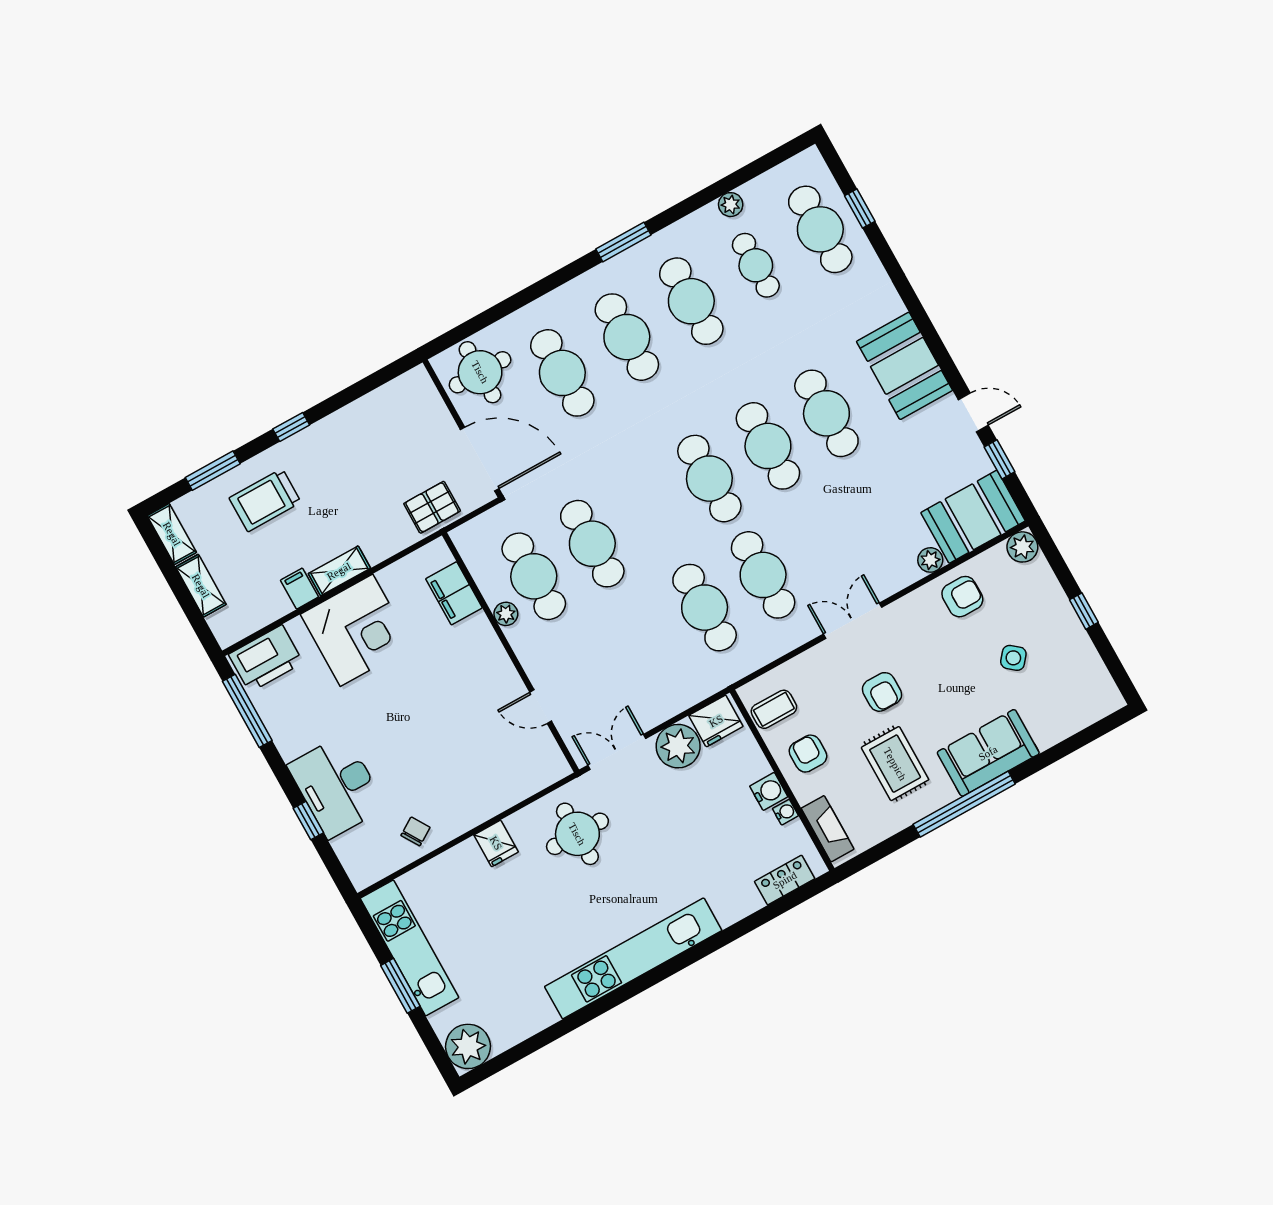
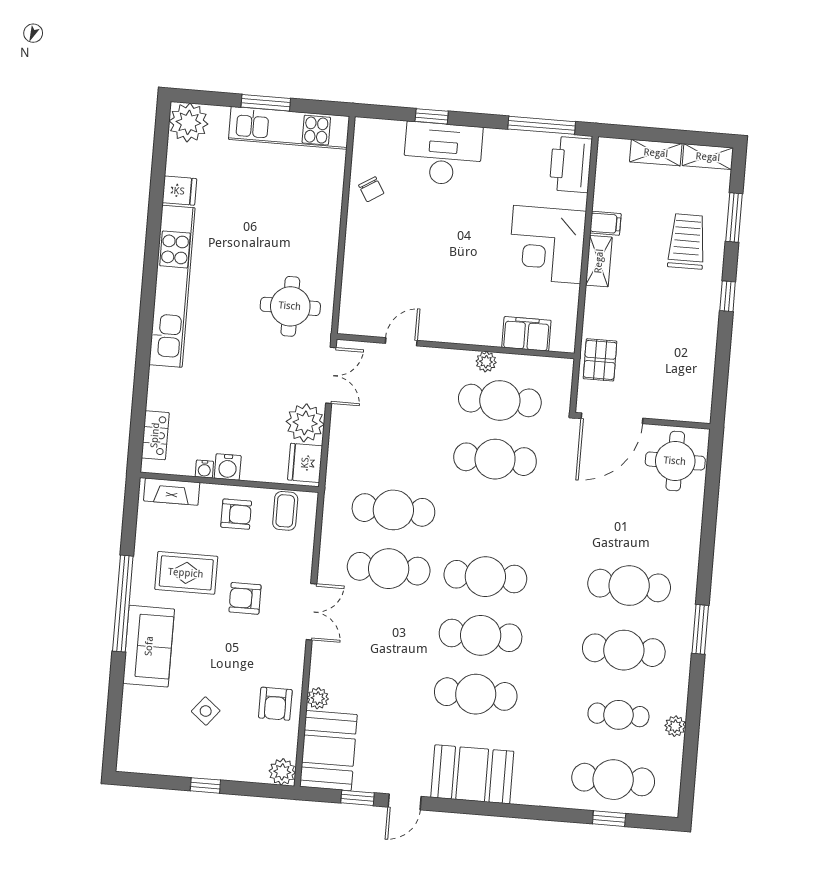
cafe table: (562, 373) -> (634, 521), removed
fridge: (496, 843) -> (179, 191), moved, turned 180

